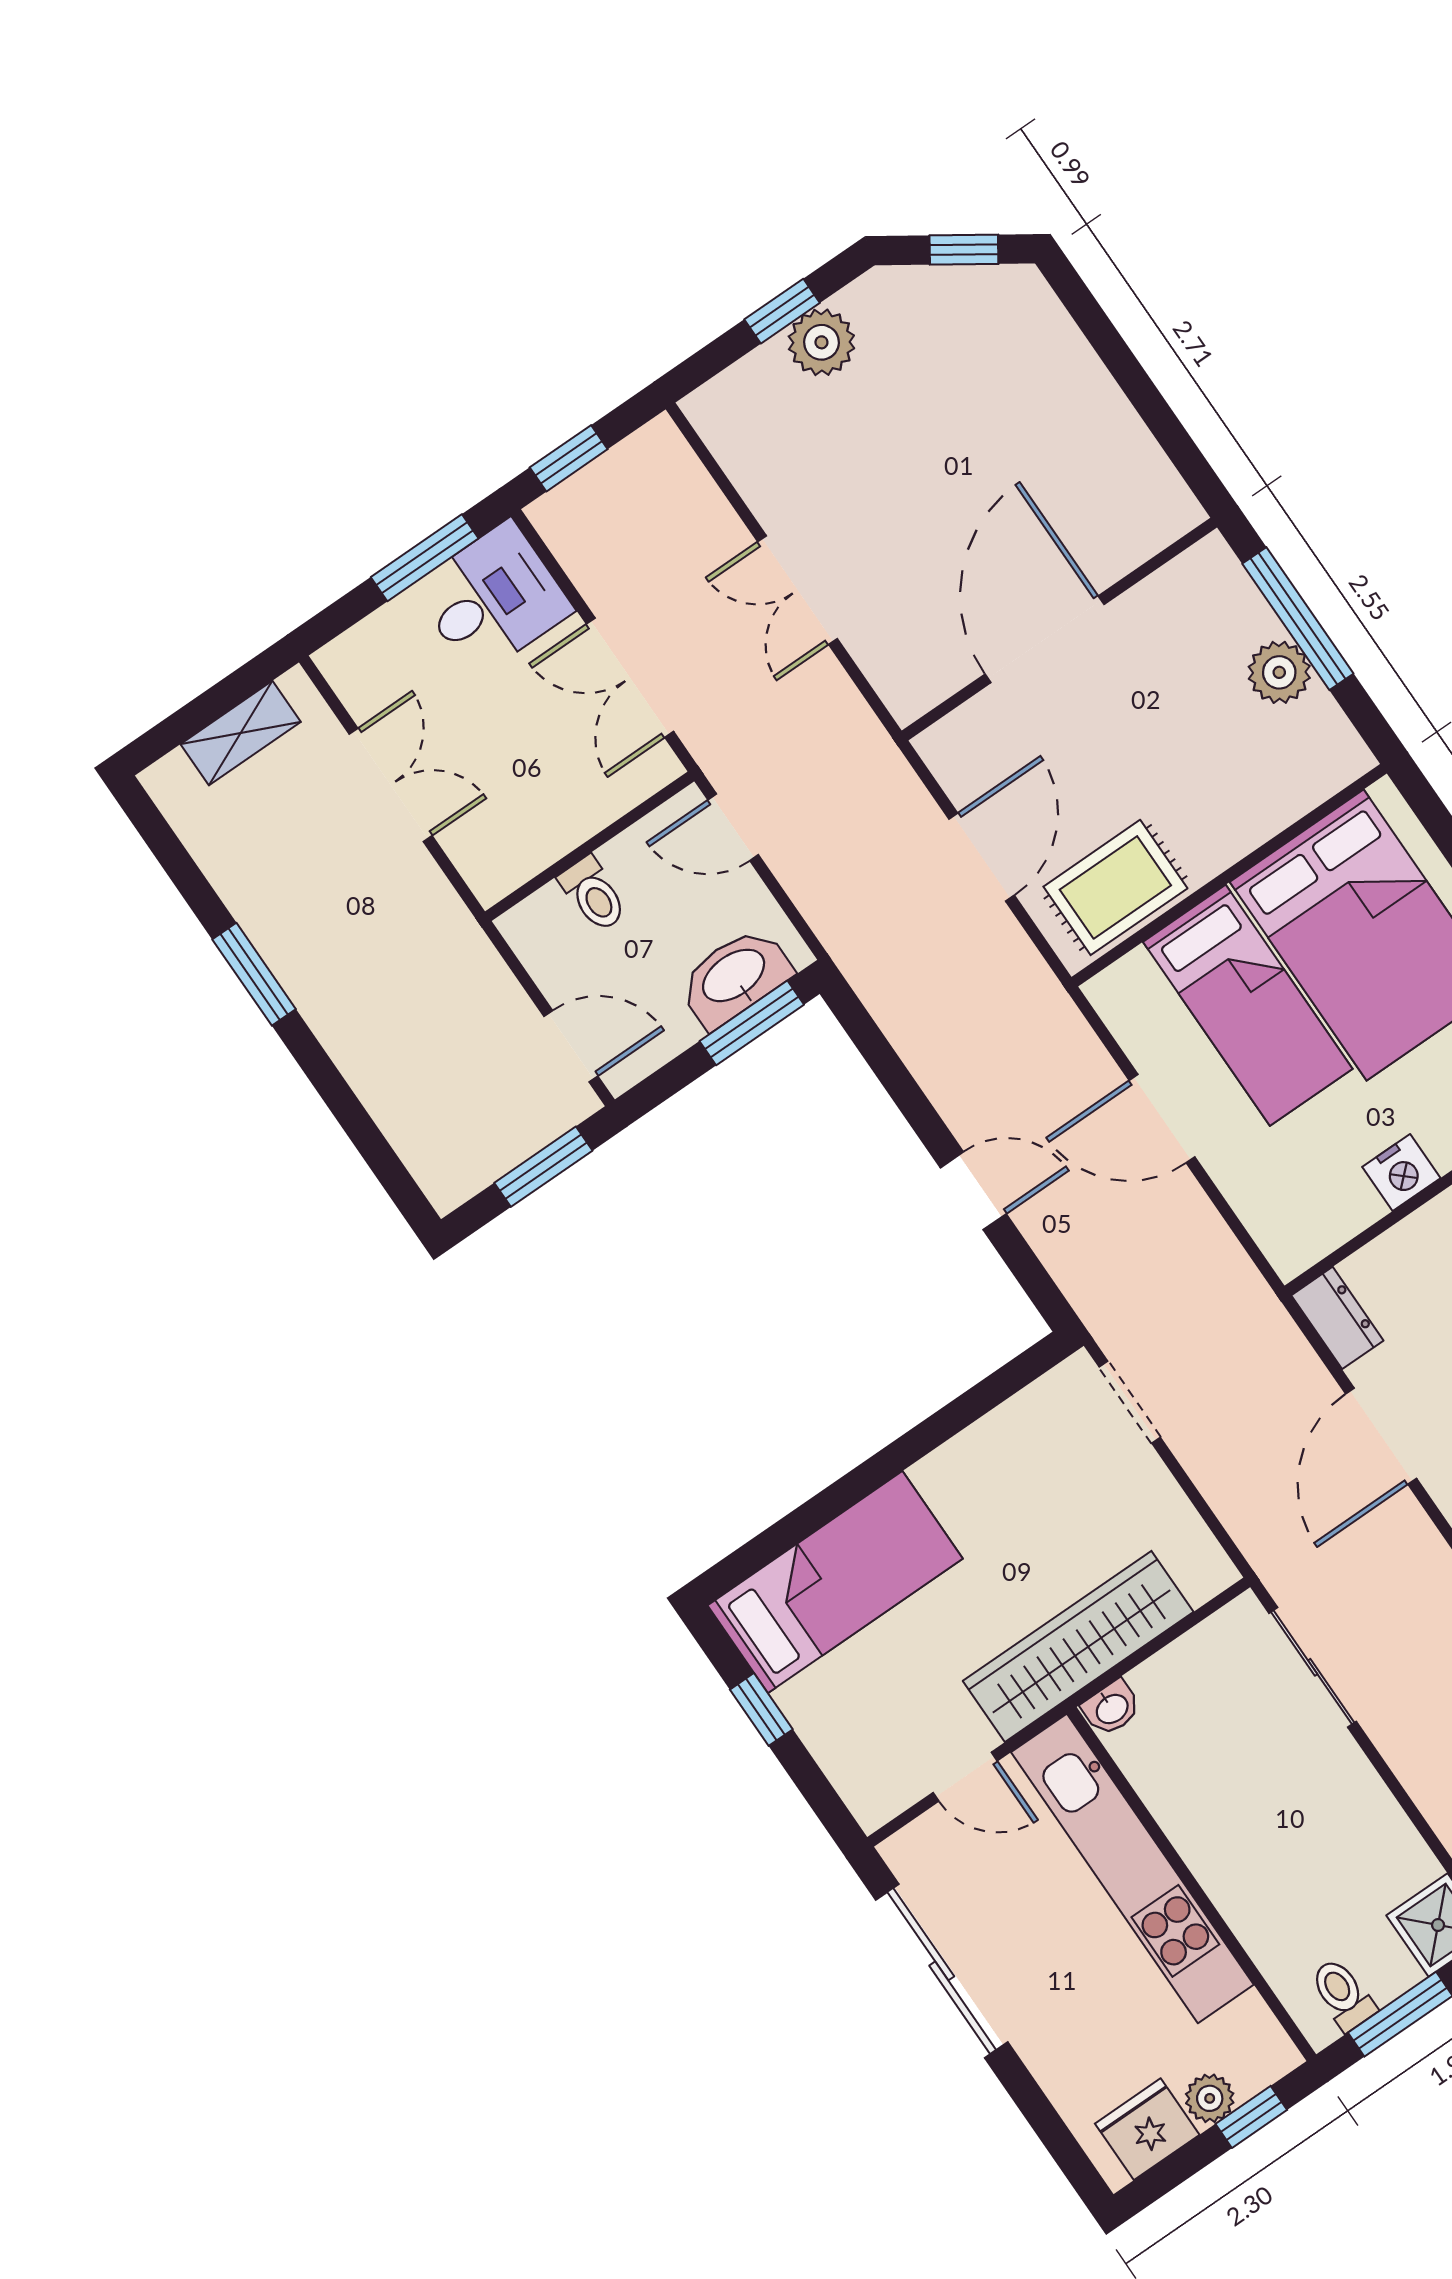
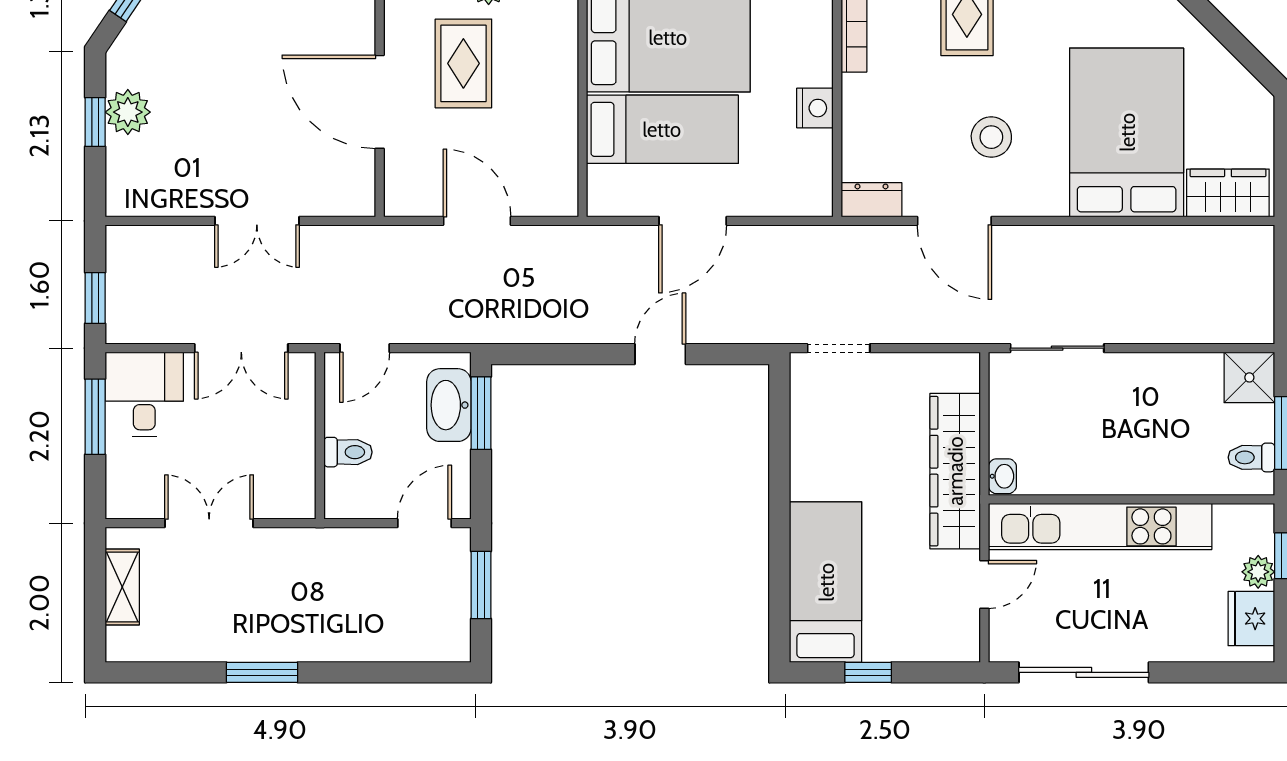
rug: (1115, 887) -> (463, 63), moved

